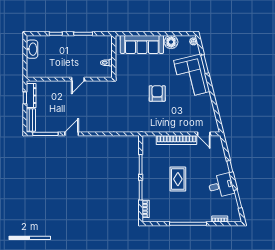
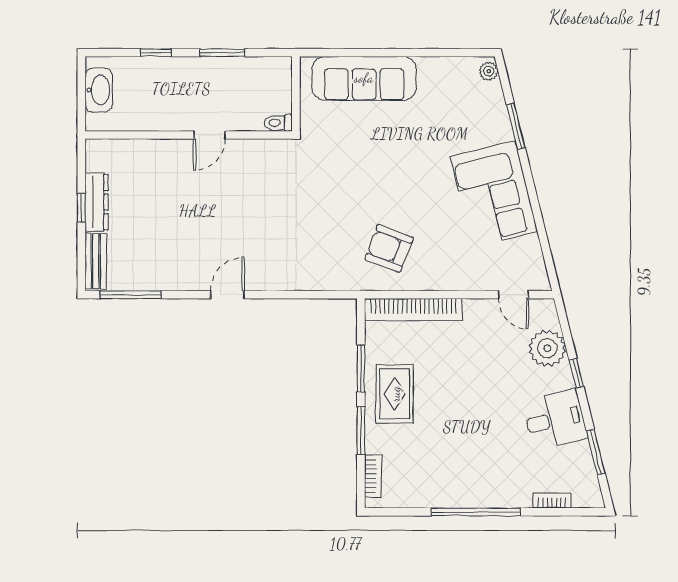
floor lamp: (171, 42) -> (434, 73), removed
corner sofa: (192, 76) -> (494, 194), moved
wall: (69, 79) -> (189, 135), moved
door: (78, 79) -> (209, 135), moved
armchair: (157, 94) -> (389, 248), moved, turned -69
door: (72, 134) -> (227, 295), moved
bookcase: (176, 140) -> (413, 310), moved
plant: (218, 156) -> (547, 348), added
rug: (178, 179) -> (395, 394), moved

